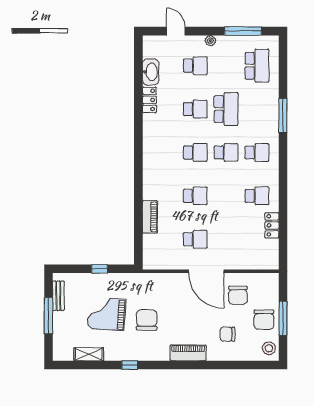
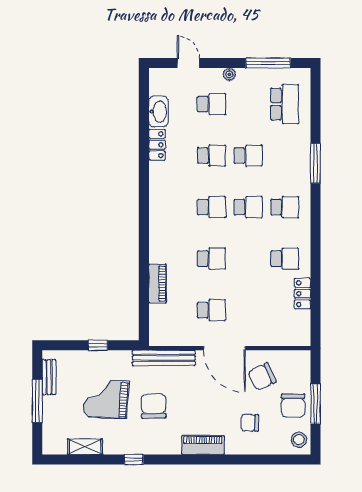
school desk: (226, 109) -> (248, 156), width x0.54
bench: (155, 280) -> (164, 358), added
chair: (238, 295) -> (262, 377), turned 66

